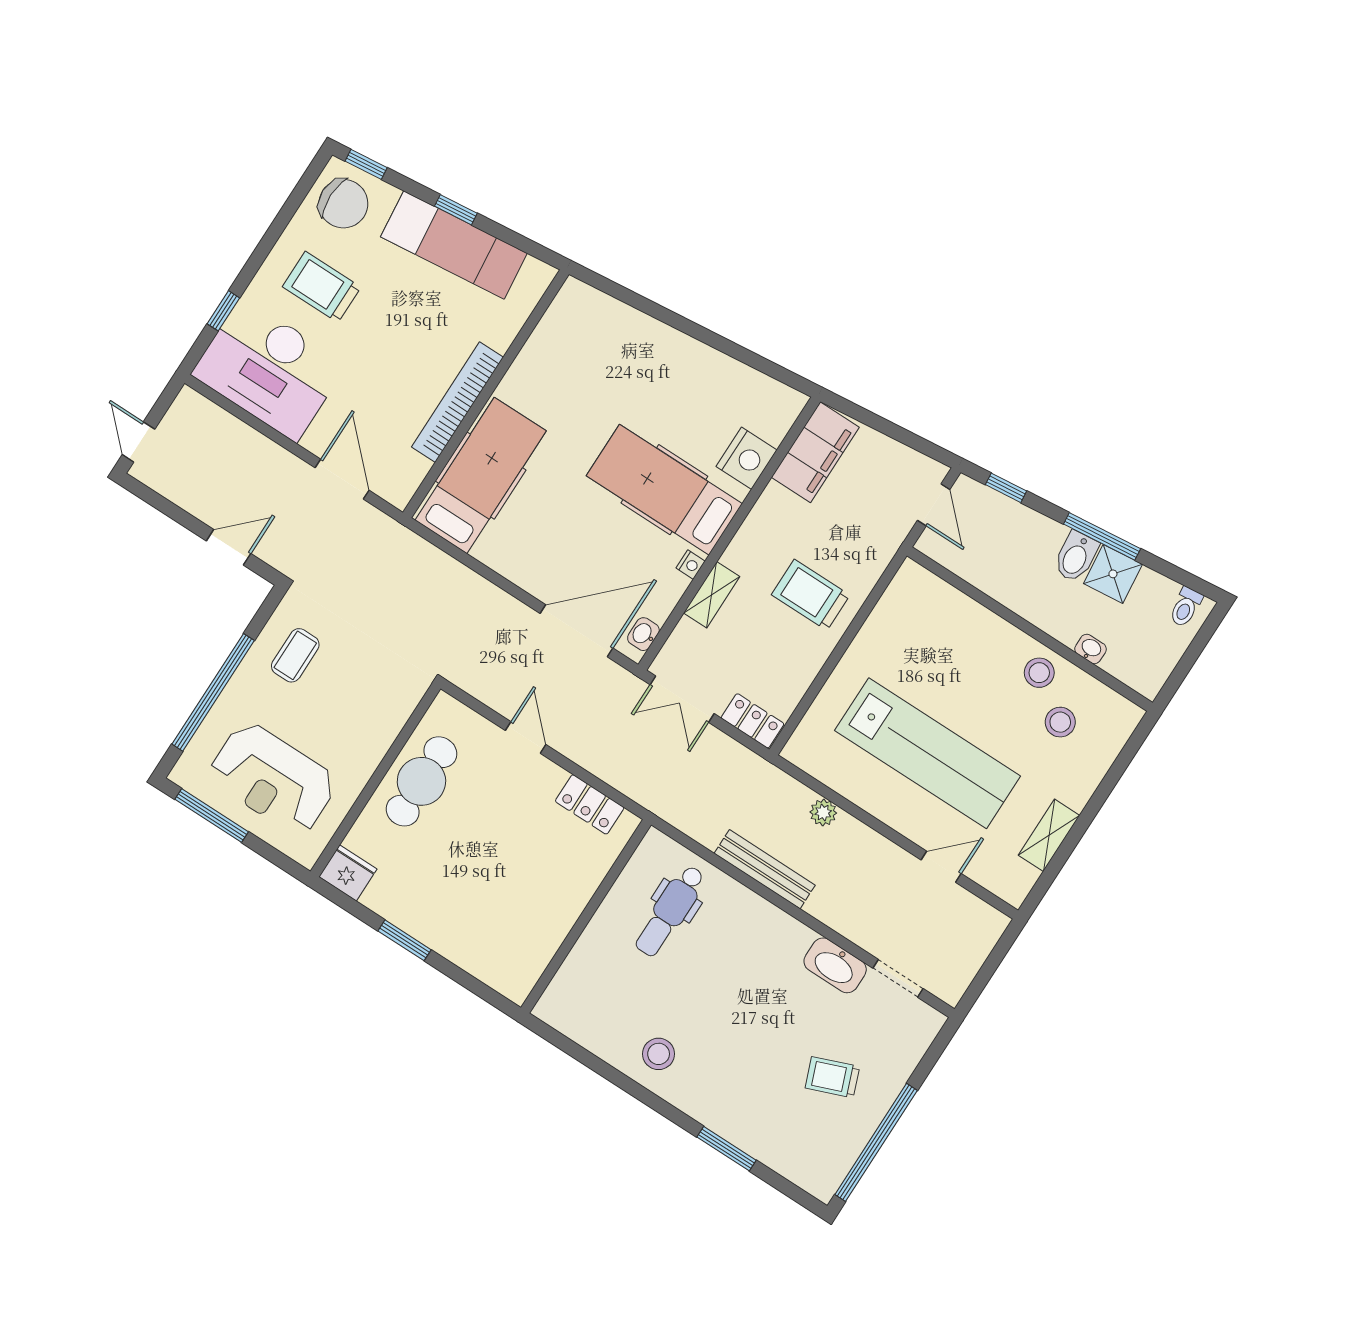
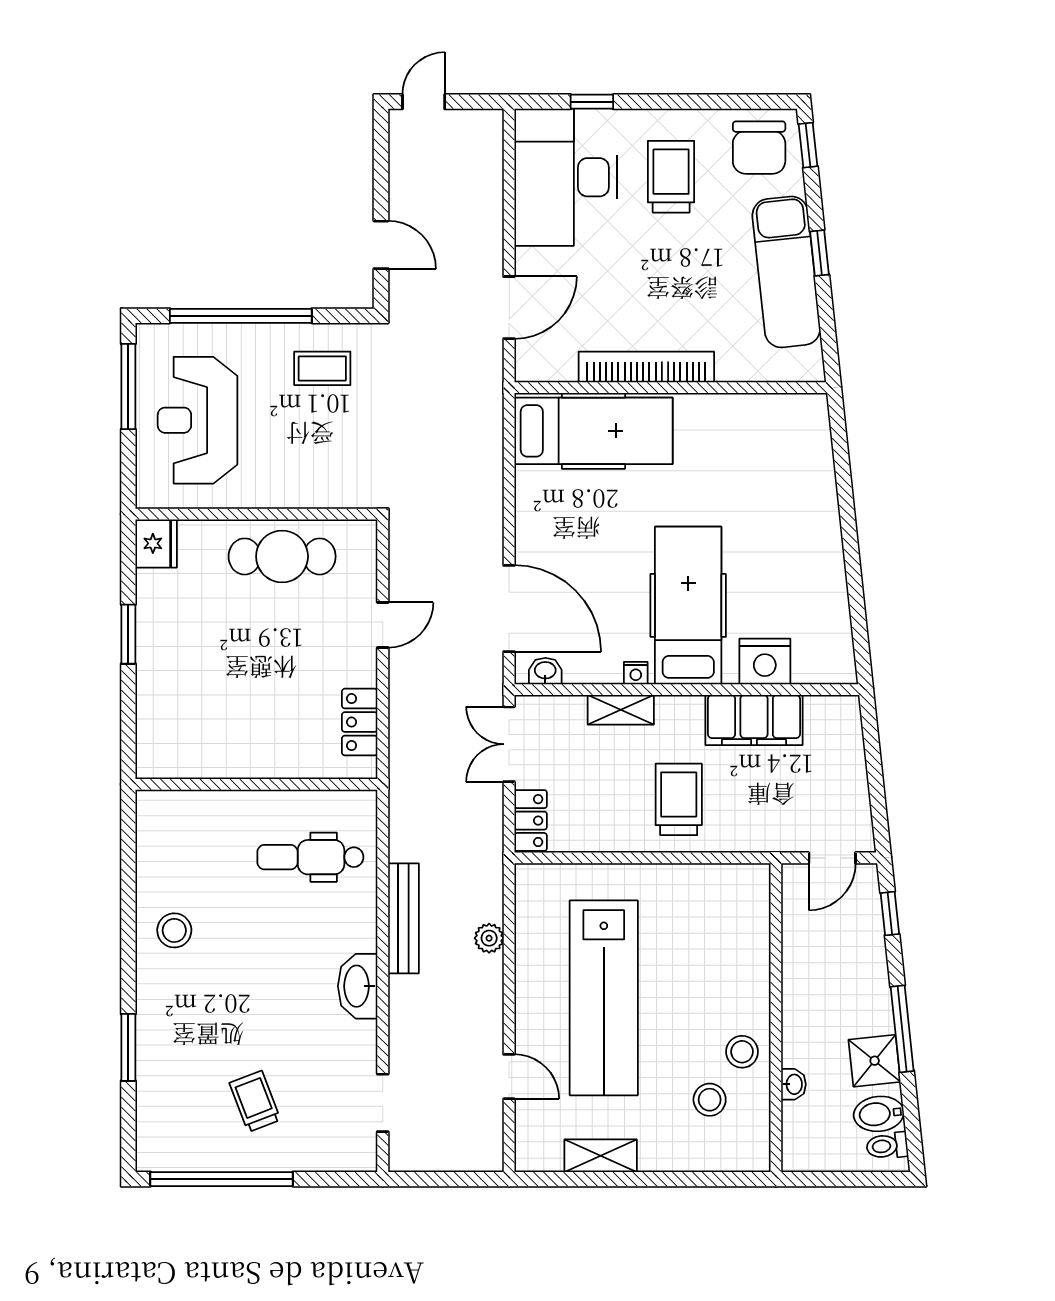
filing cabinet: (815, 452) -> (754, 720), moved
bidet: (1076, 557) -> (879, 1114), moved
washbasin: (835, 965) -> (358, 986), moved

